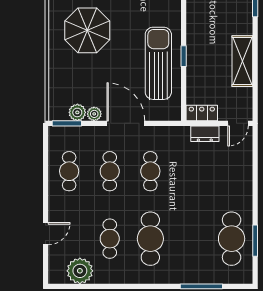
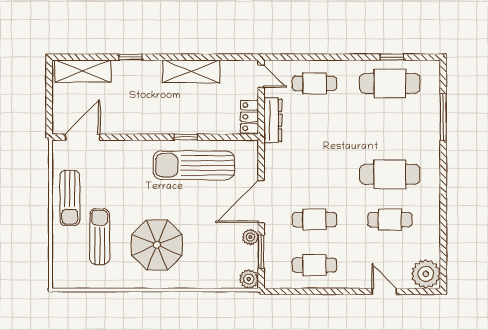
plant: (77, 112) -> (249, 279), moved
window: (67, 123) -> (261, 252), moved
dresser: (205, 134) -> (273, 120), width x1.44
cafe table: (150, 171) -> (314, 83), moved
window: (255, 241) -> (392, 57), width x0.67
plant: (80, 271) -> (426, 274), moved

